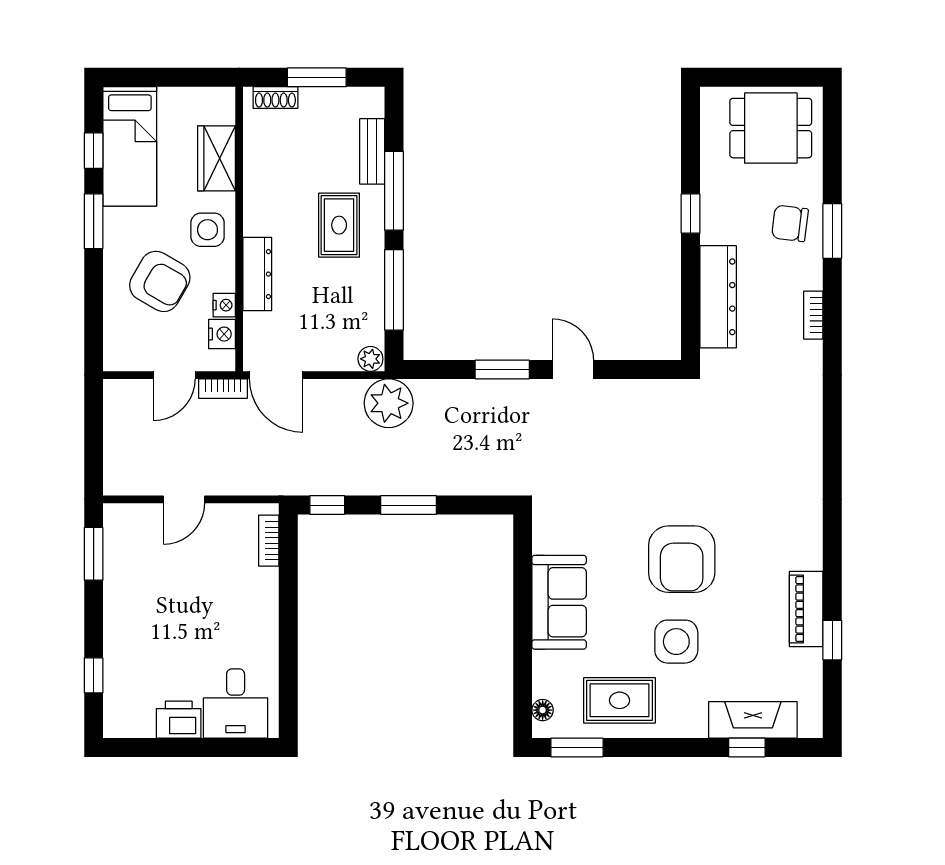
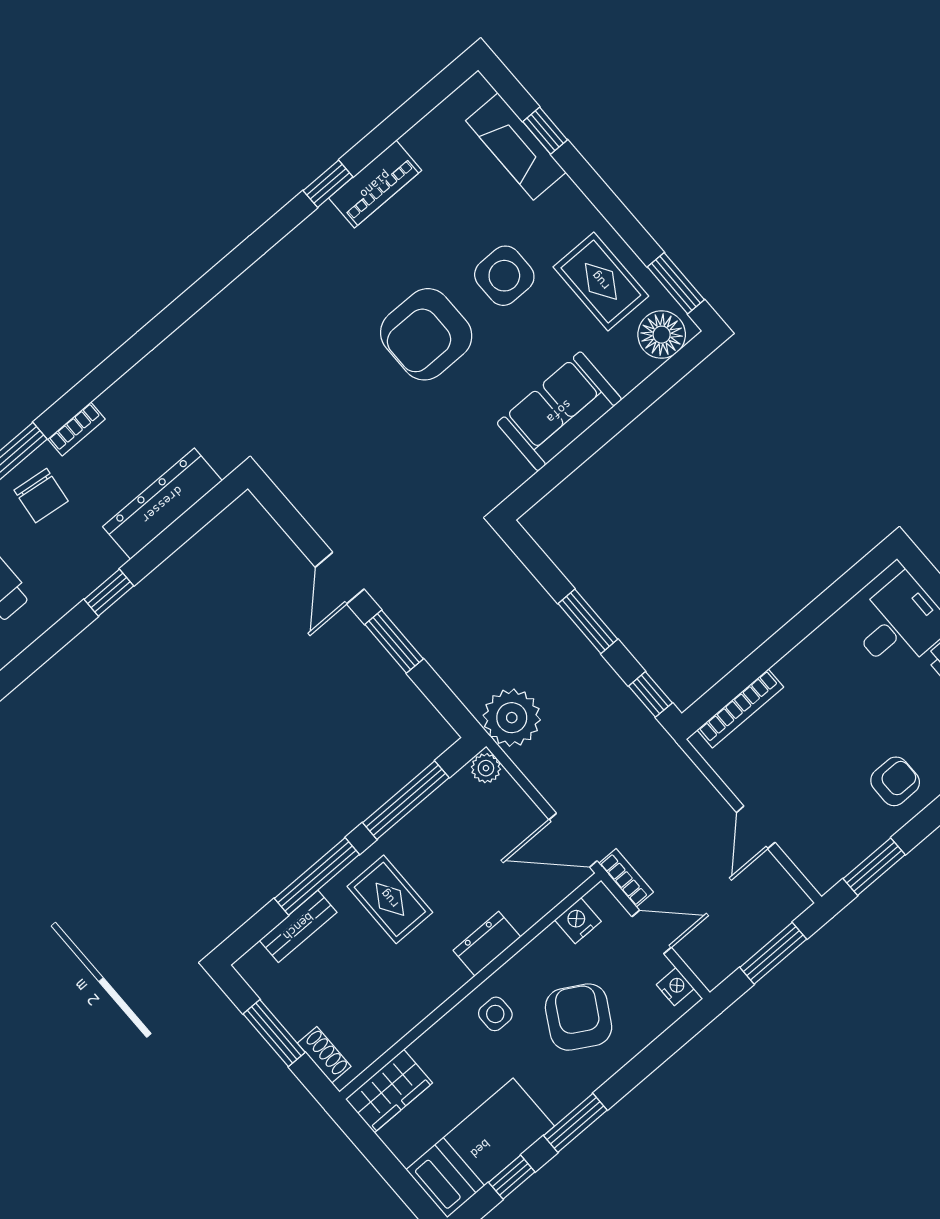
wardrobe: (217, 158) -> (389, 1091), moved
rug: (339, 225) -> (390, 899), turned 90
side table: (208, 230) -> (495, 1014), width x0.73, depth x0.73
dresser: (257, 274) -> (487, 944), width x0.70
nightstand: (224, 305) -> (675, 987), moved, turned 90
bookcase: (813, 315) -> (76, 429), moved
door: (276, 375) -> (573, 840), swing flipped
window: (94, 441) -> (773, 953), added
door: (184, 499) -> (756, 827), swing flipped
bookcase: (269, 541) -> (740, 709), width x1.56
armchair: (682, 559) -> (426, 334), turned 180
armchair: (137, 614) -> (895, 781), added
window: (832, 640) -> (328, 184), moved
floor lamp: (543, 710) -> (662, 335), width x1.89, depth x1.89

